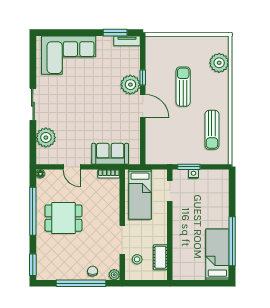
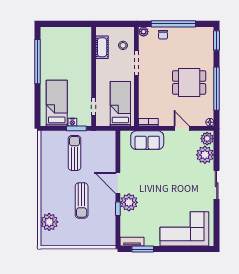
sun lounger: (212, 130) -> (74, 153), moved
plant: (43, 156) -> (207, 139), added
bed: (217, 254) -> (57, 103), moved, turned 180

